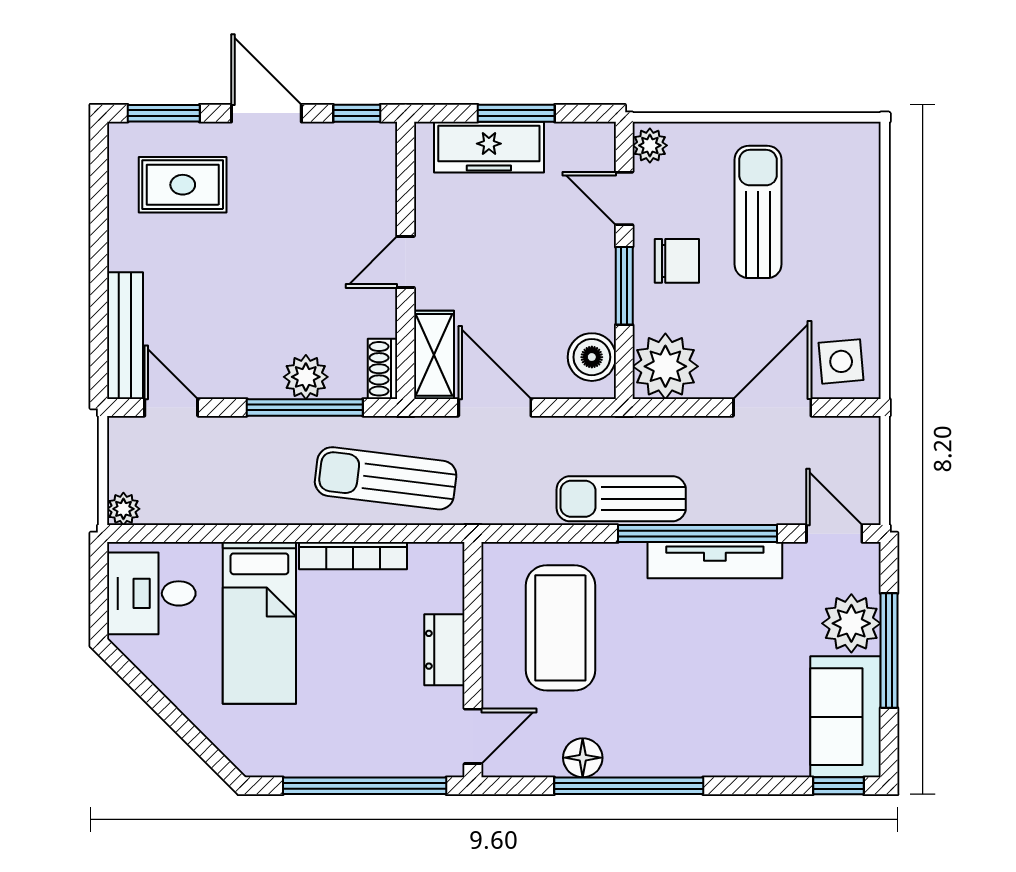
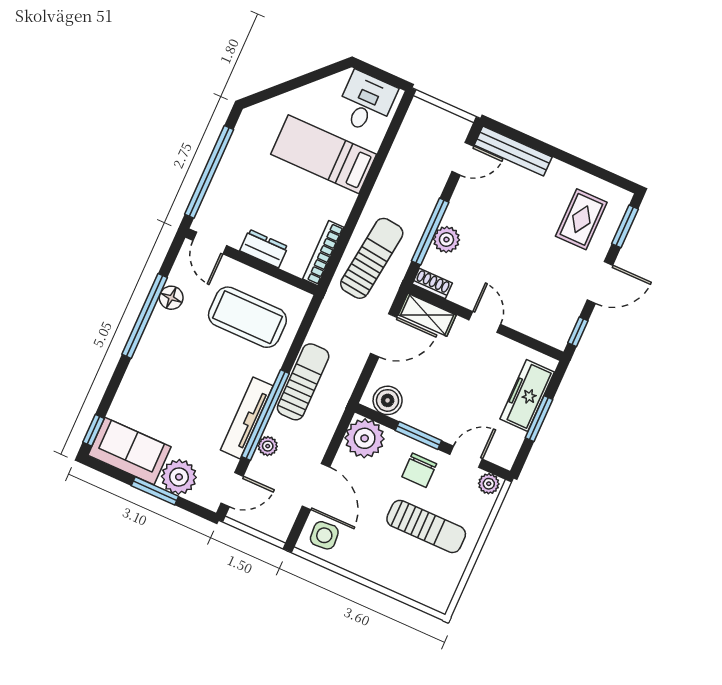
plant: (123, 509) -> (268, 446), moved
bookcase: (353, 556) -> (323, 253), moved
window: (889, 651) -> (155, 491), width x0.69

